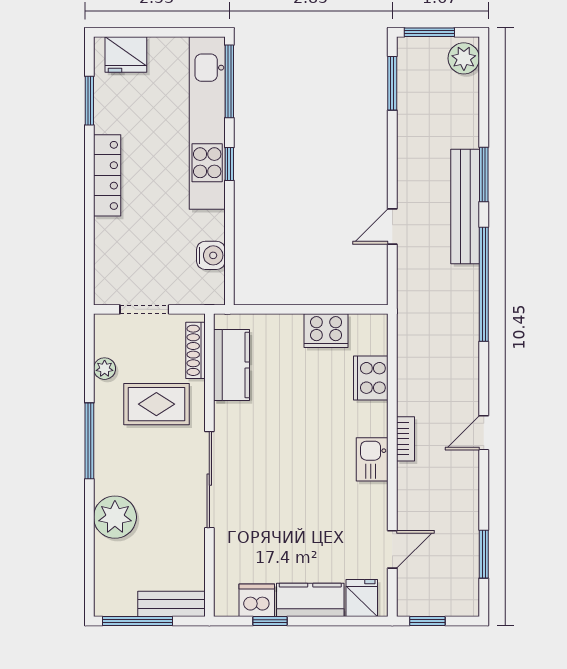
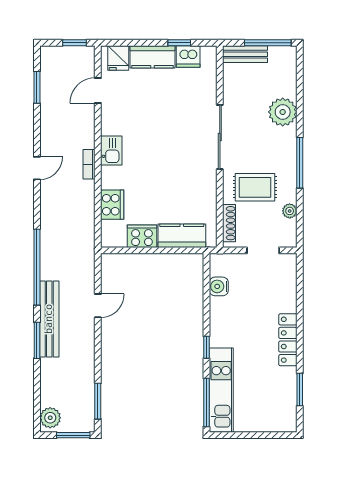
fridge: (126, 54) -> (275, 420), removed
kitchen unit: (207, 123) -> (221, 390), width x0.73
kitchen counter: (231, 365) -> (182, 236), moved, turned 90

